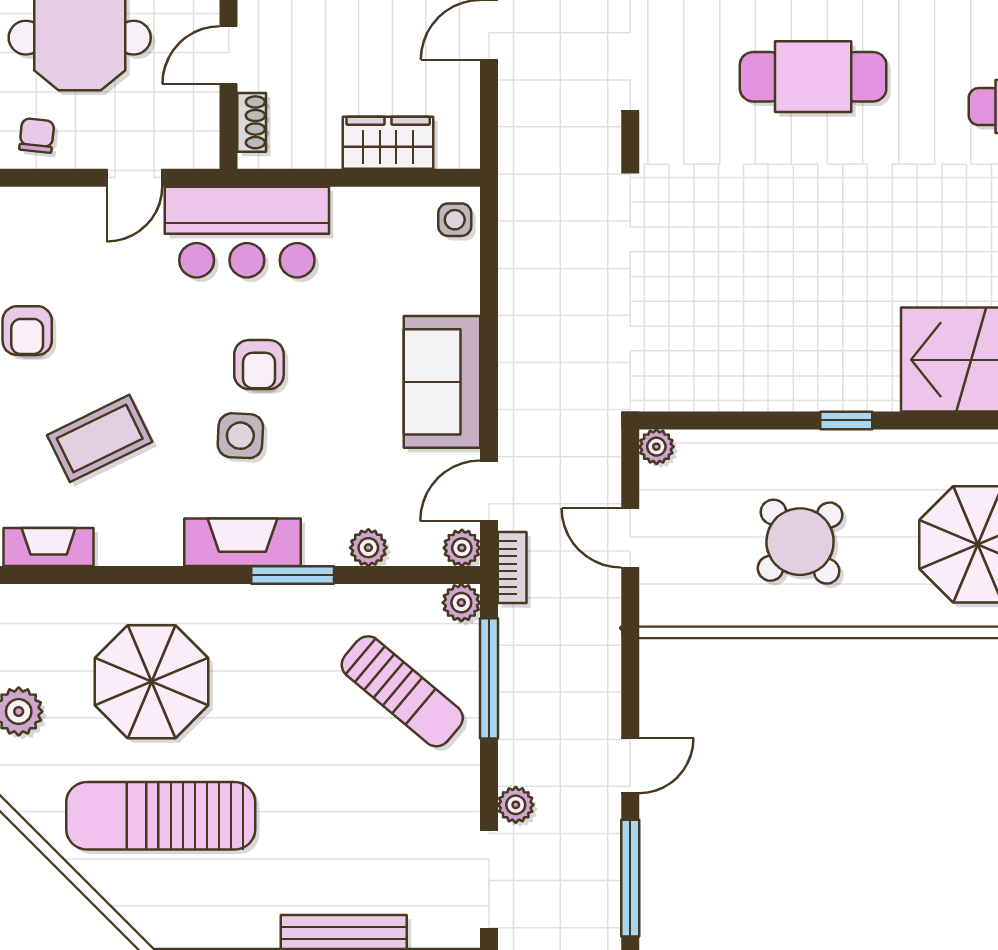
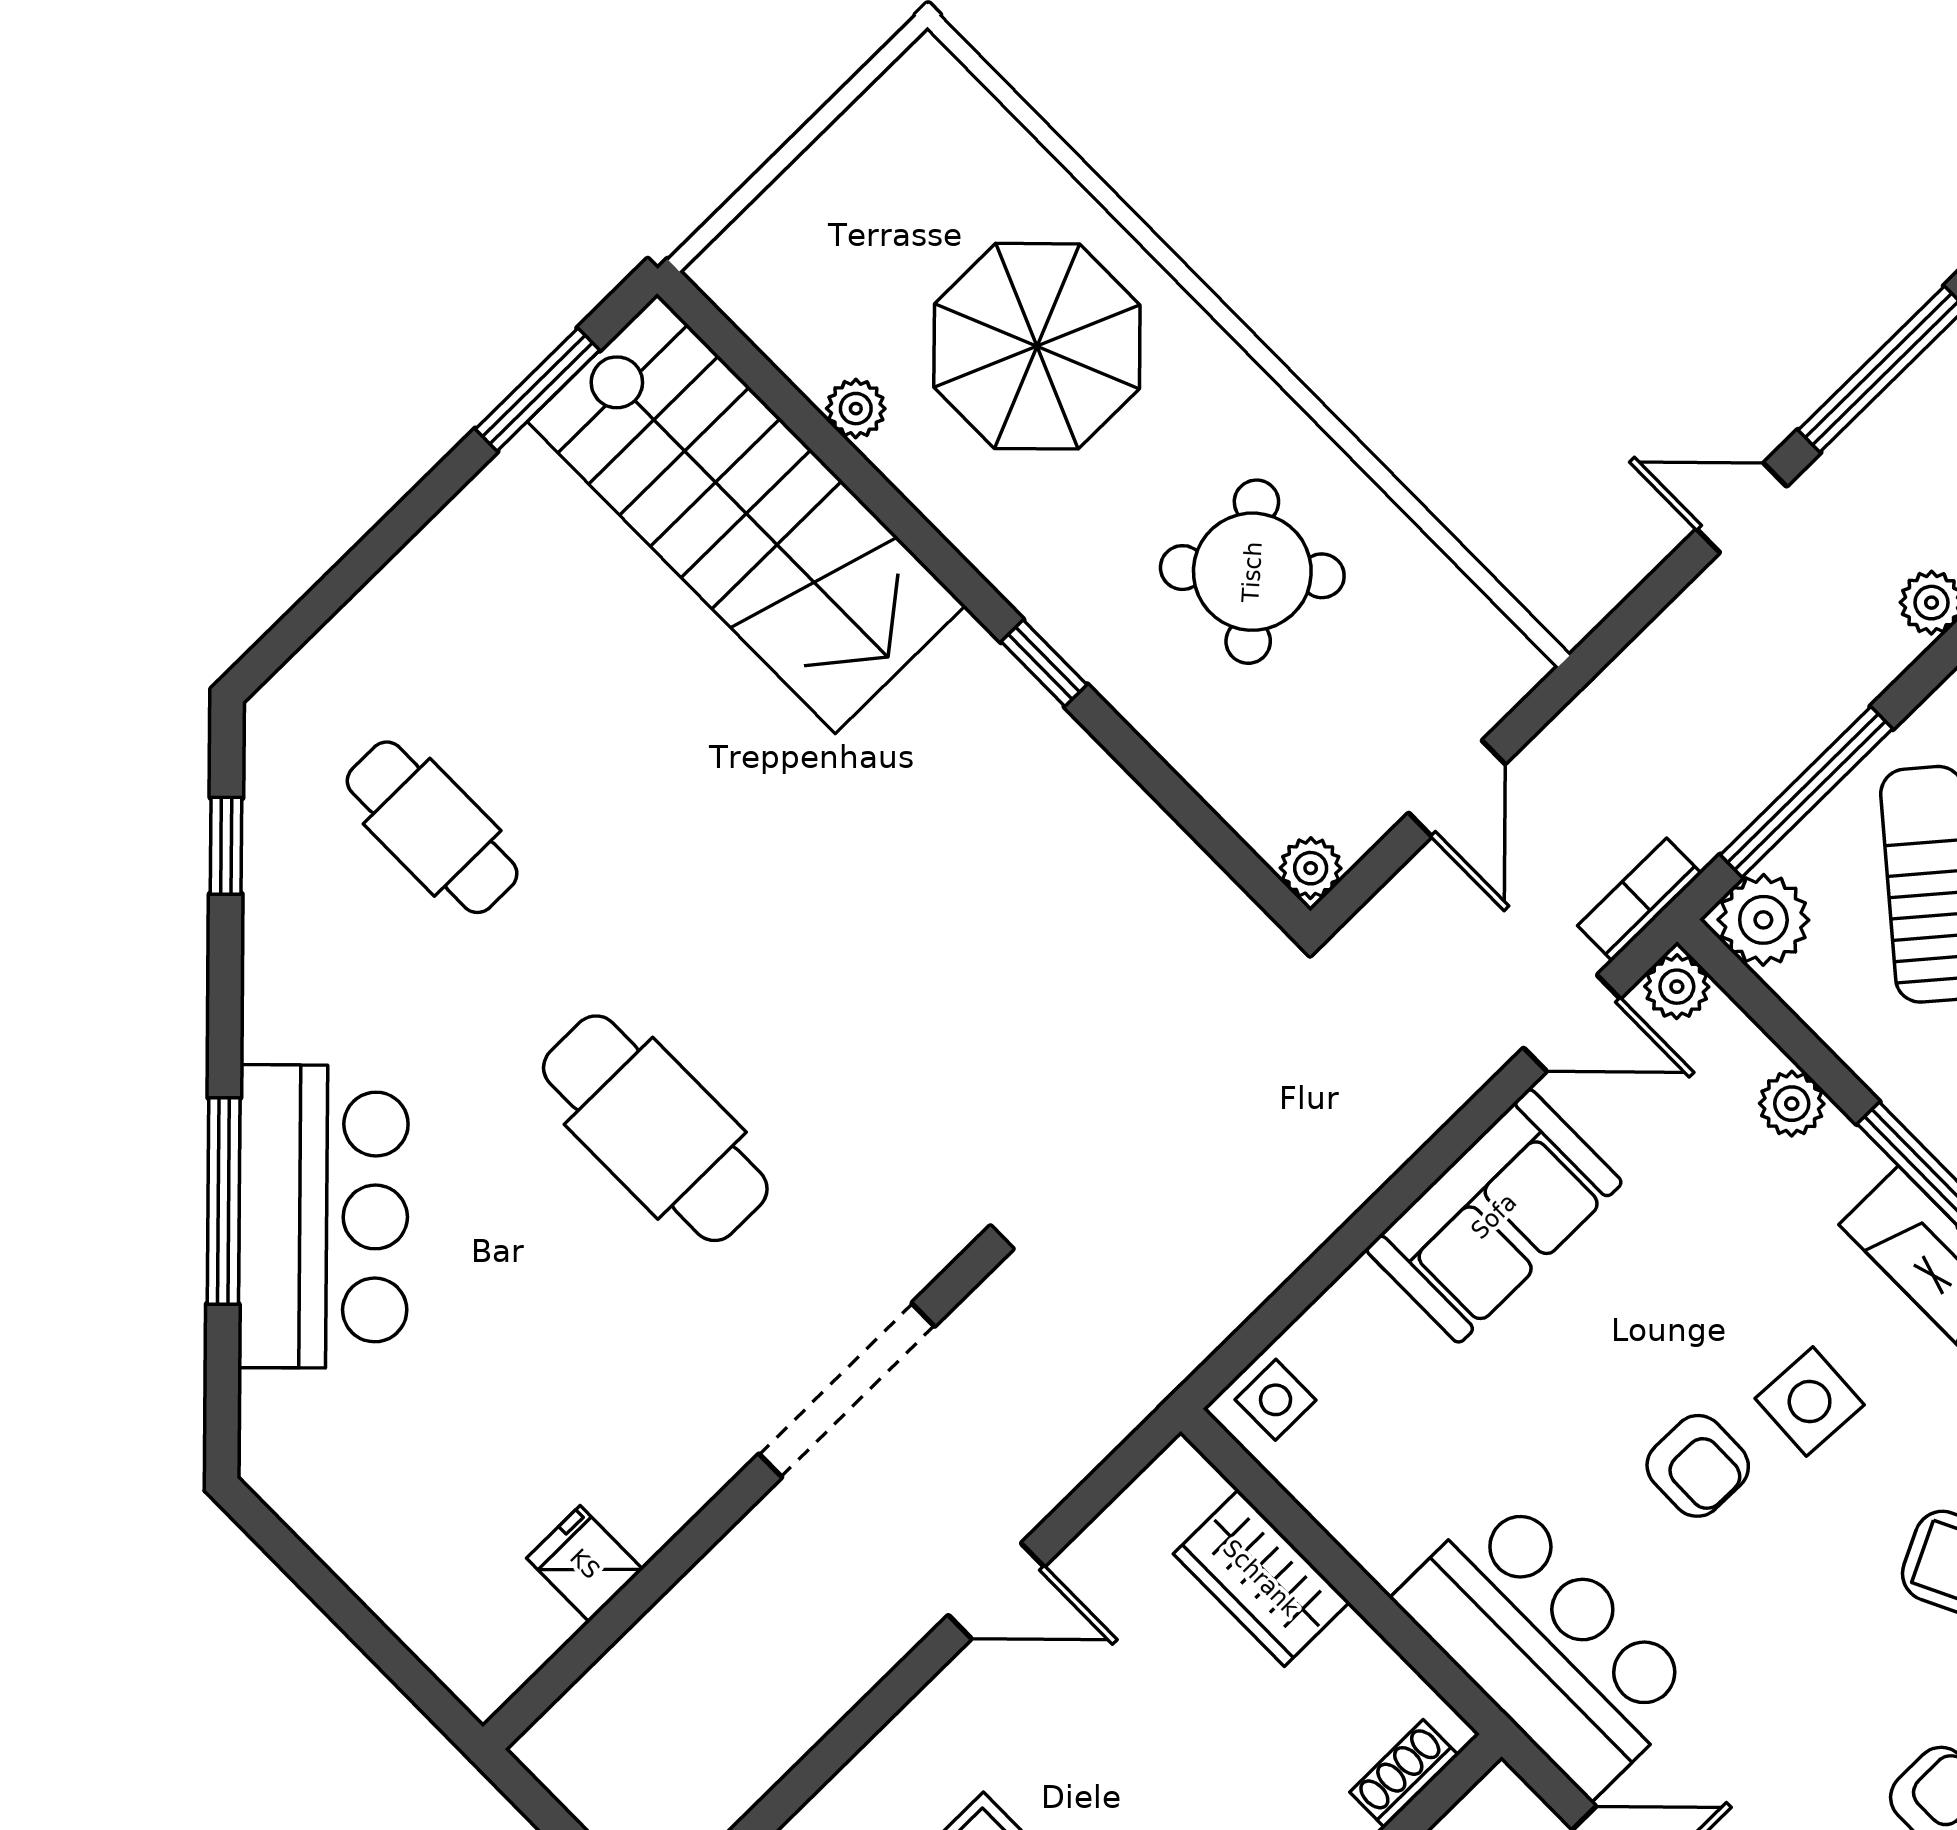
armchair: (259, 365) -> (1698, 1466), turned 91
plant: (461, 603) -> (1763, 920), width x1.38, depth x1.38

